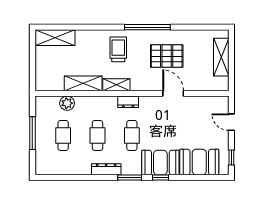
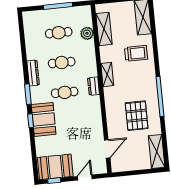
trolley: (118, 49) -> (136, 53), moved
shelving: (221, 57) -> (157, 151), moved, turned 90
shelving: (83, 83) -> (104, 29), moved
door: (173, 93) -> (107, 149), moved
booth: (199, 162) -> (55, 167), moved, turned 90

